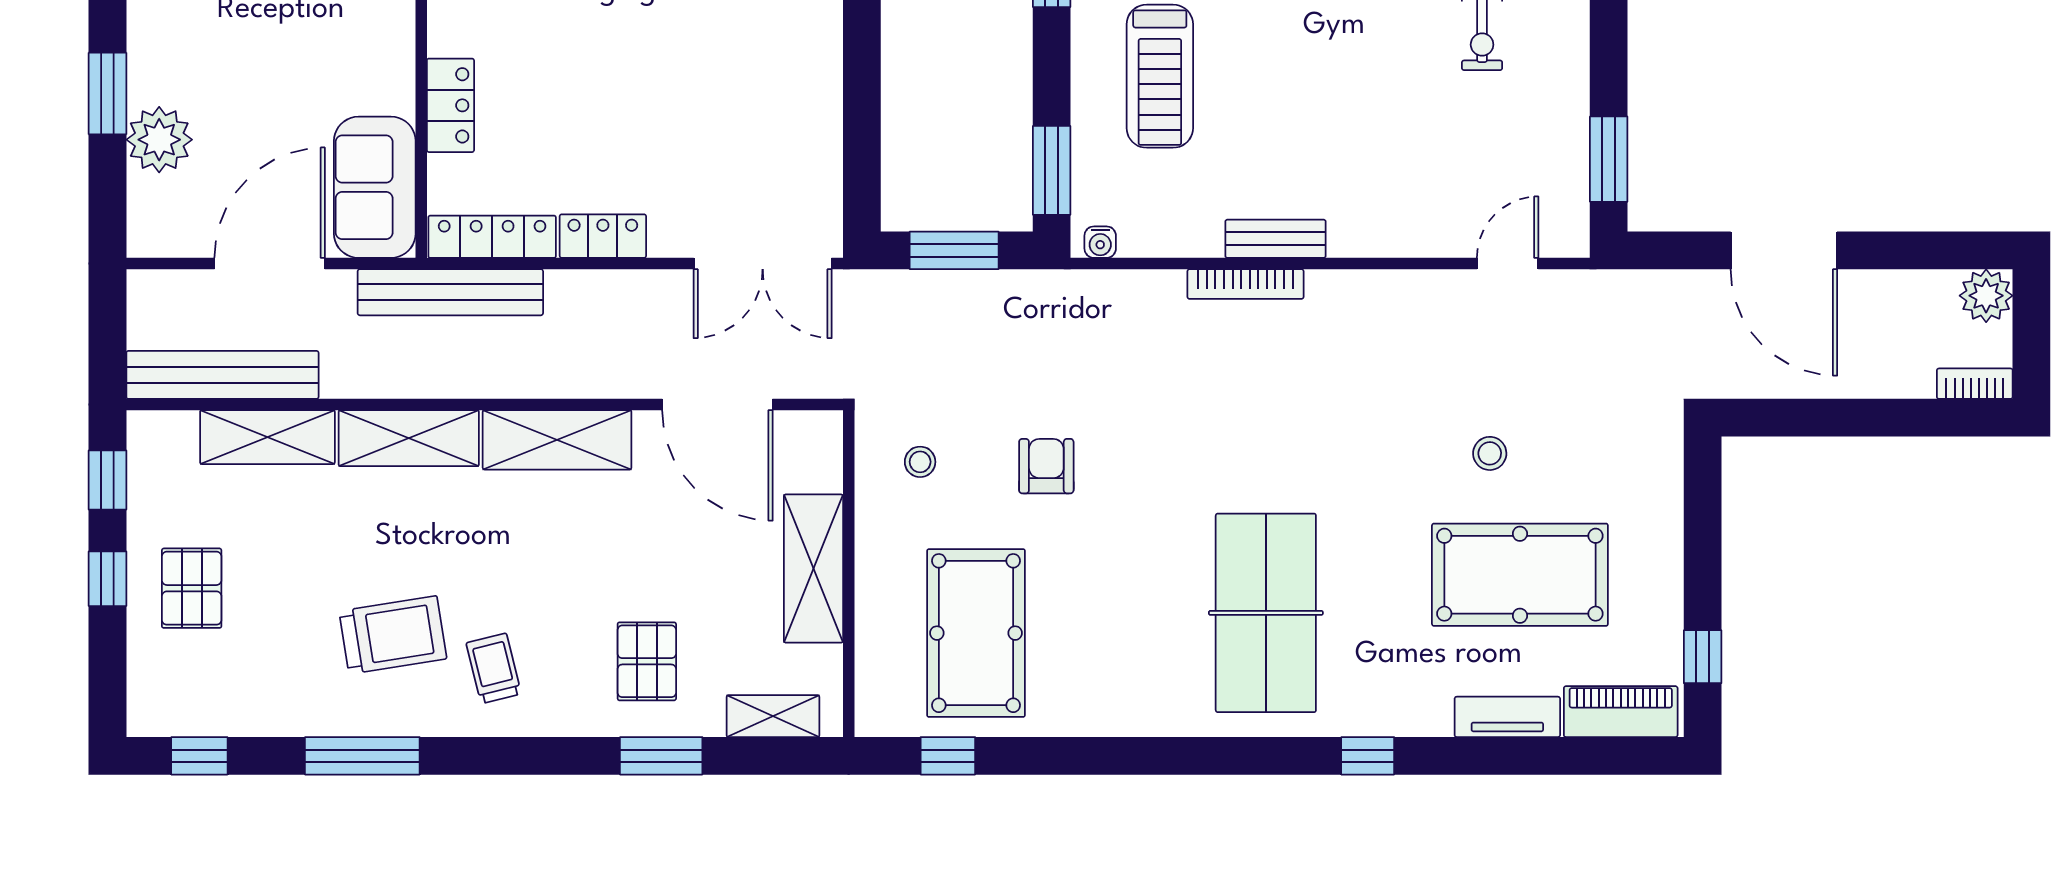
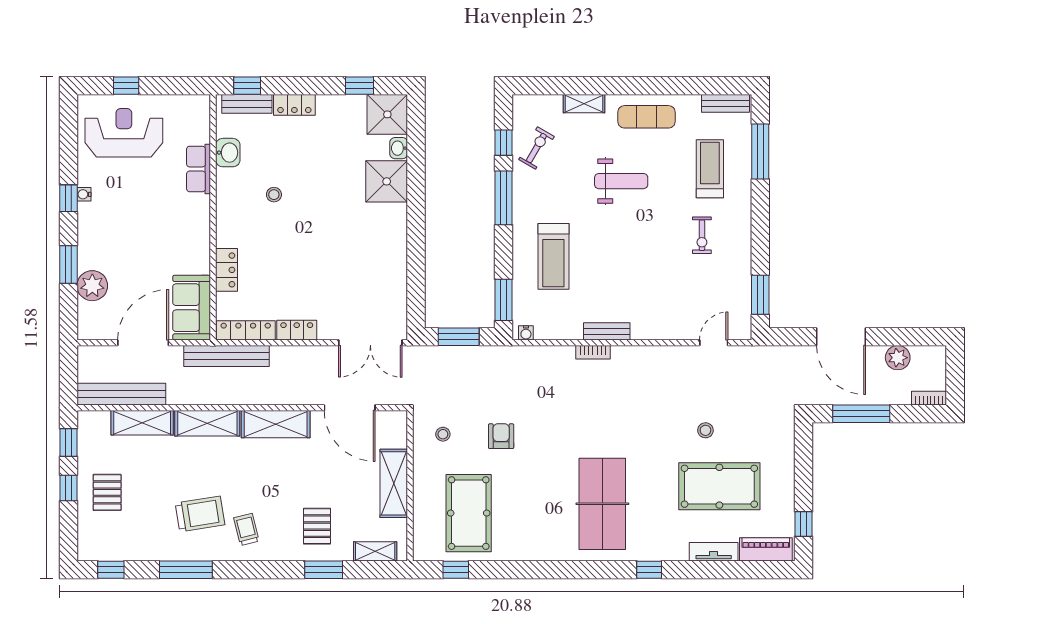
bookcase: (1245, 284) -> (593, 352), width x0.64
plant: (1986, 296) -> (898, 358), moved
window: (1828, 418) -> (861, 414), added

